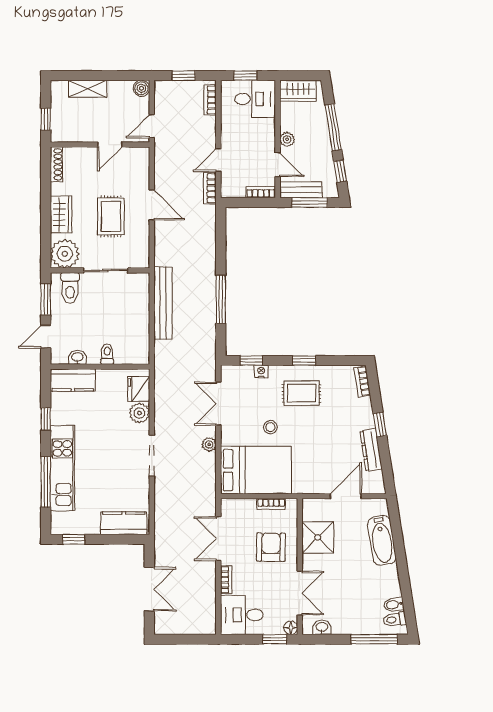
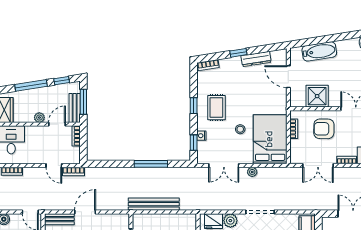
bench: (141, 168) -> (59, 219), added

